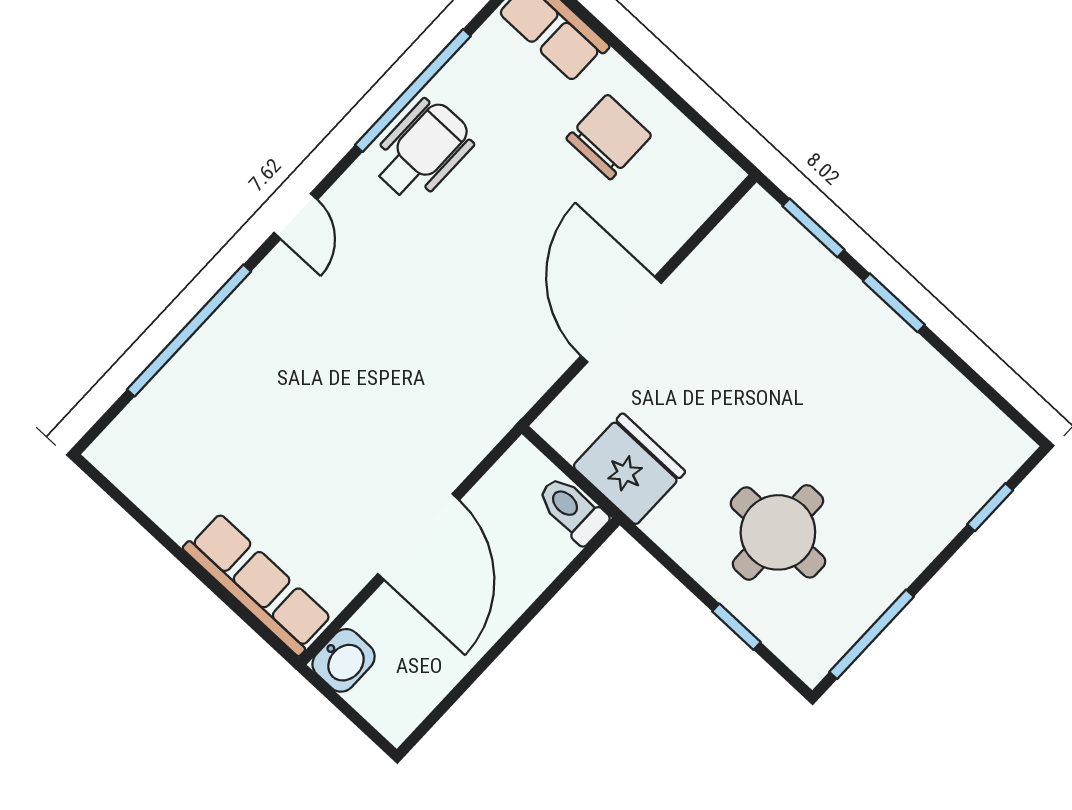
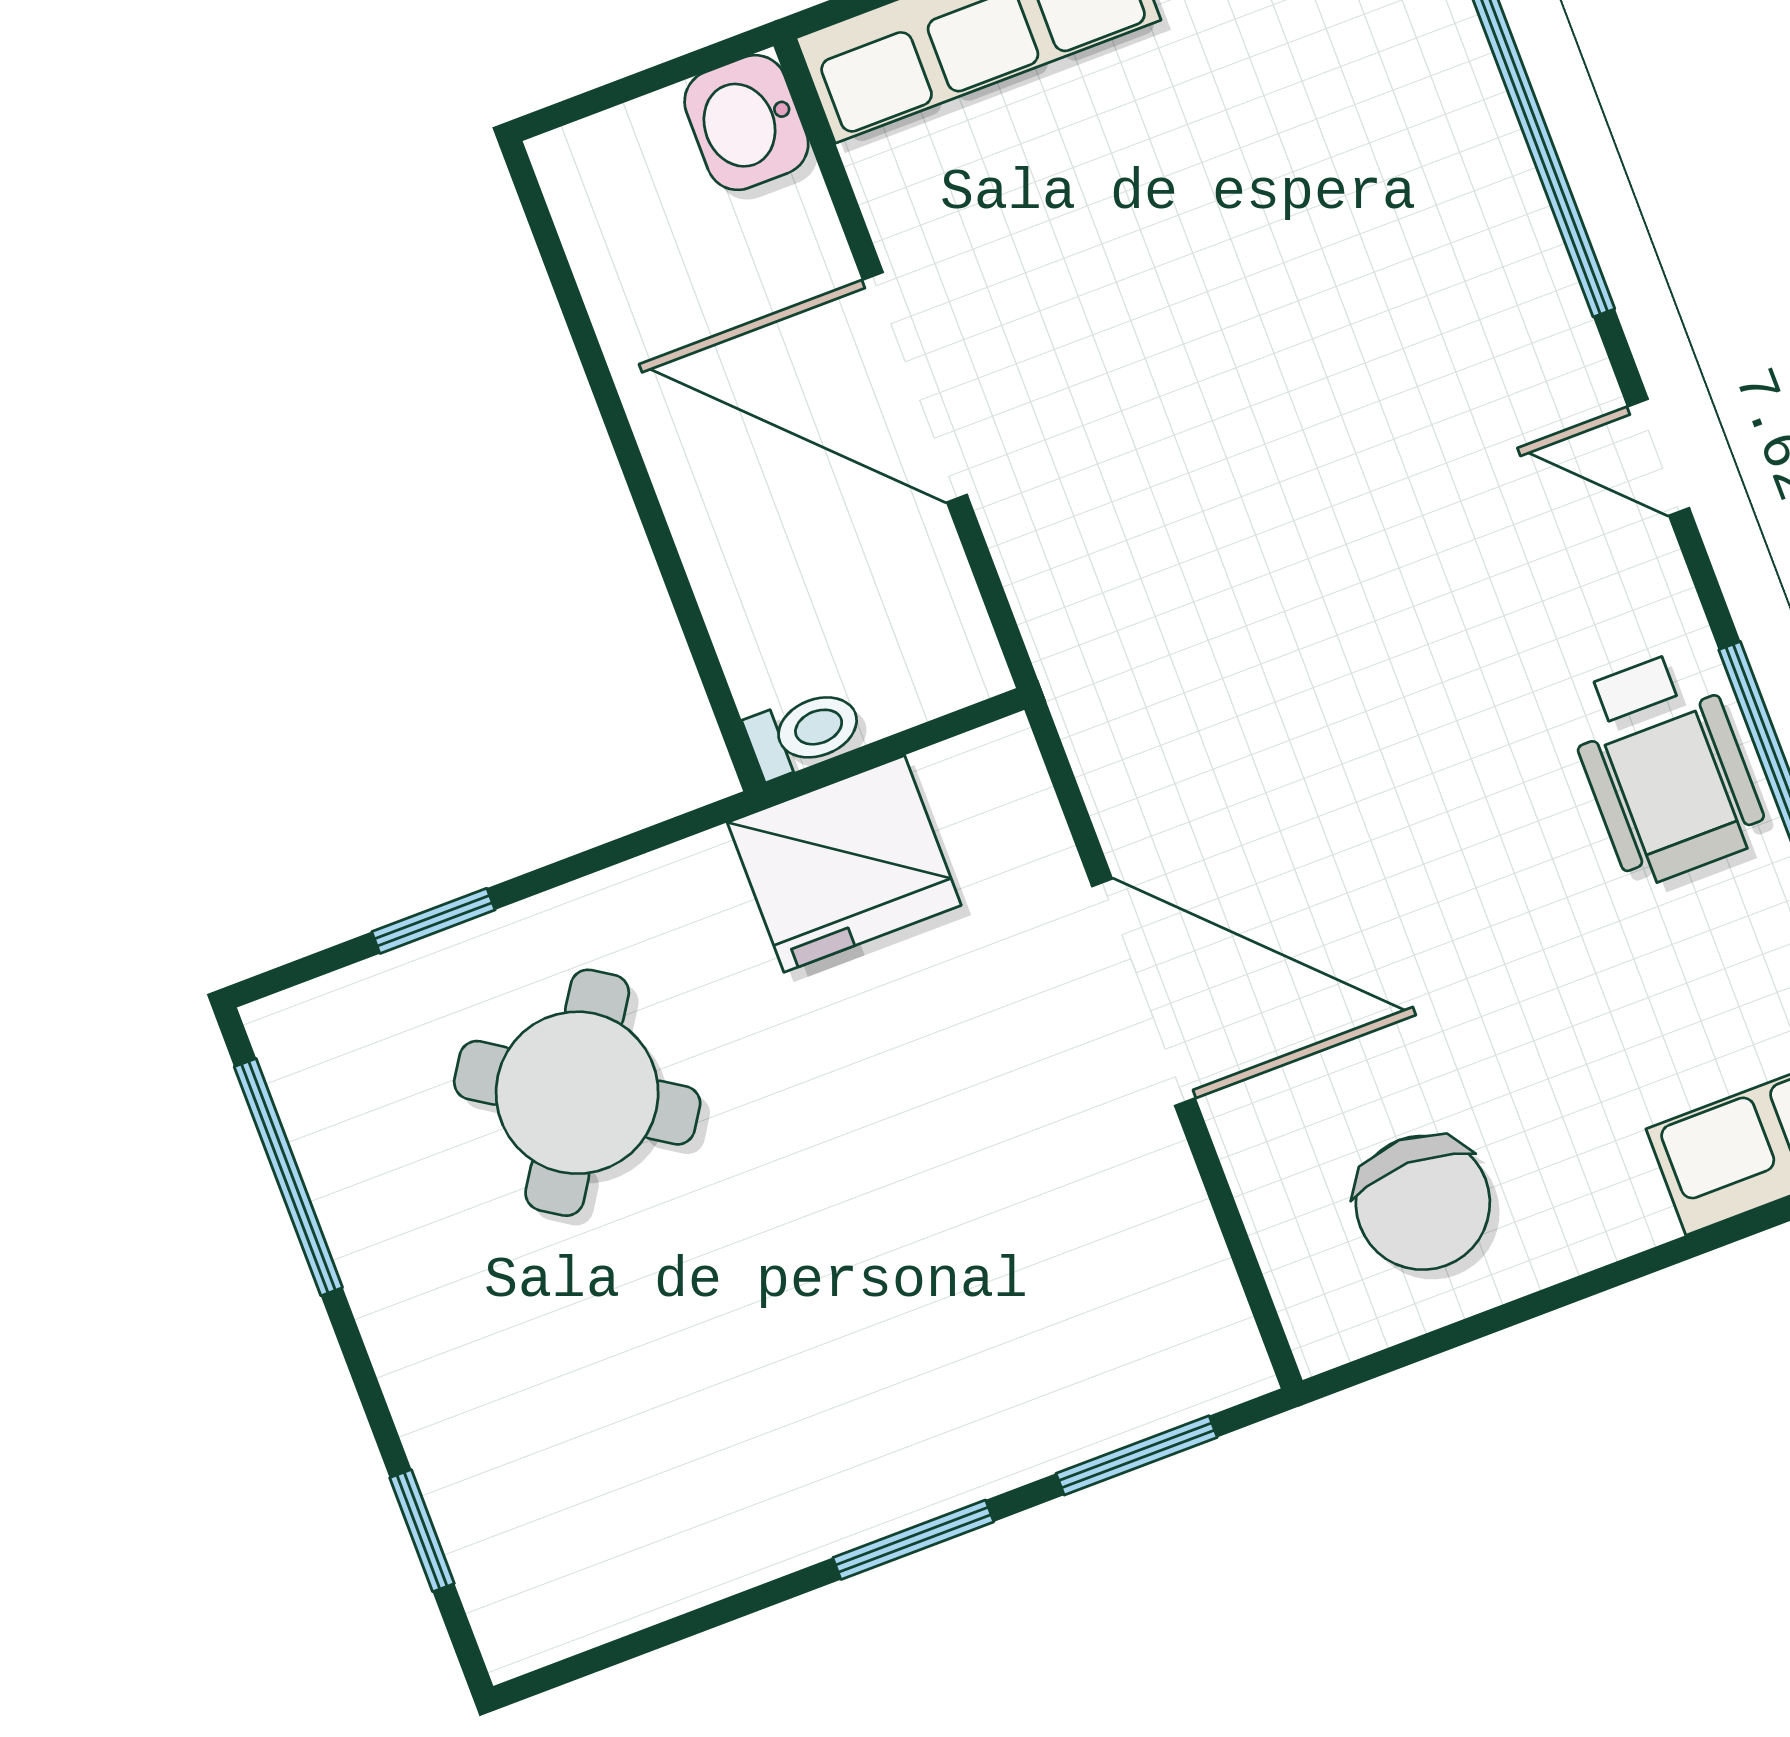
chair: (609, 137) -> (1423, 1203), moved
toilet: (572, 510) -> (804, 732), width x0.73, depth x0.72
round table: (778, 532) -> (577, 1093), turned 33

